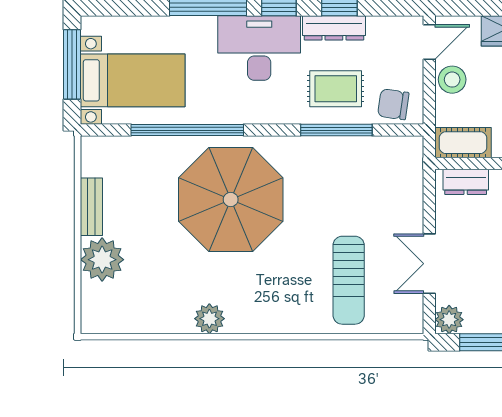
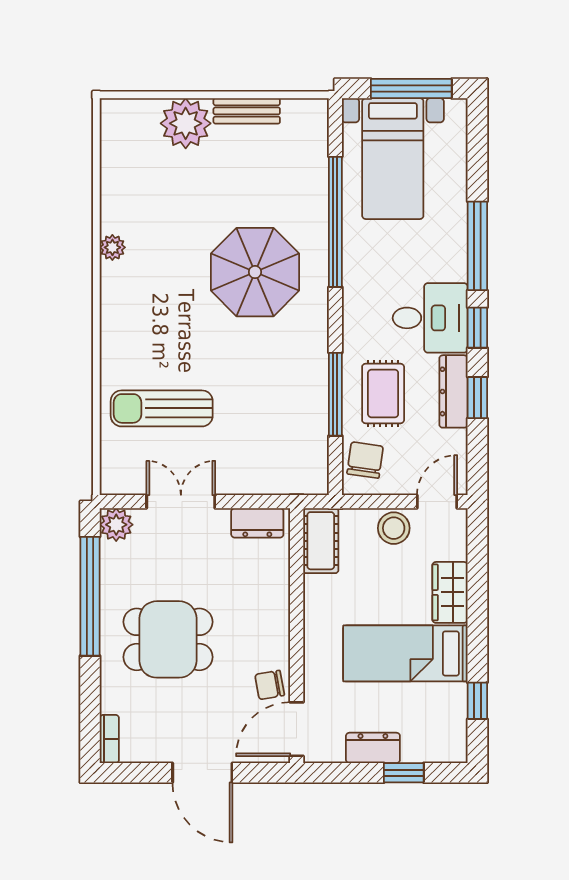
door: (429, 42) -> (437, 502), swing flipped
desk: (259, 48) -> (430, 318), width x0.73
dresser: (466, 182) -> (257, 523), moved, turned -90
parasol: (231, 200) -> (255, 272), width x0.73, depth x0.73
plant: (209, 319) -> (112, 247), width x0.73, depth x0.73

